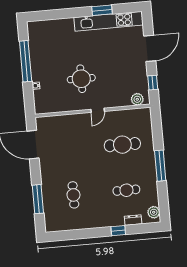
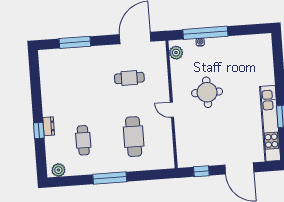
window: (26, 61) -> (205, 33), moved
plant: (137, 99) -> (176, 53), moved
cafe table: (73, 195) -> (129, 78), moved
dresser: (133, 220) -> (49, 126), moved

